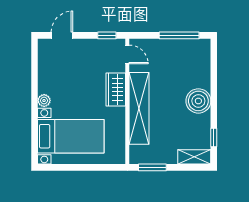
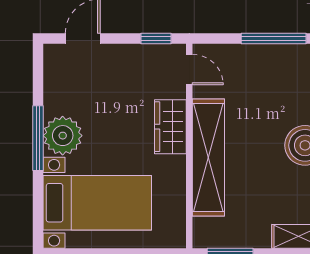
window: (34, 96) -> (38, 138), added
plant: (44, 101) -> (63, 136), width x1.88, depth x1.88

